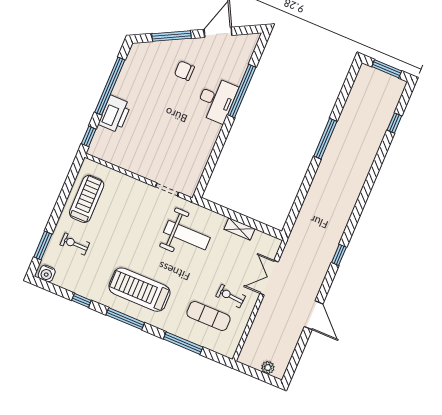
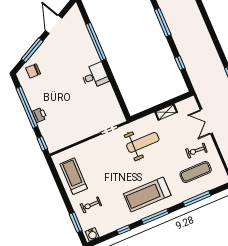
chair: (184, 71) -> (33, 71), moved
desk: (216, 100) -> (95, 76), moved, width x0.73
printer: (115, 114) -> (39, 115), width x0.53, depth x0.68
window: (302, 195) -> (180, 63), added

